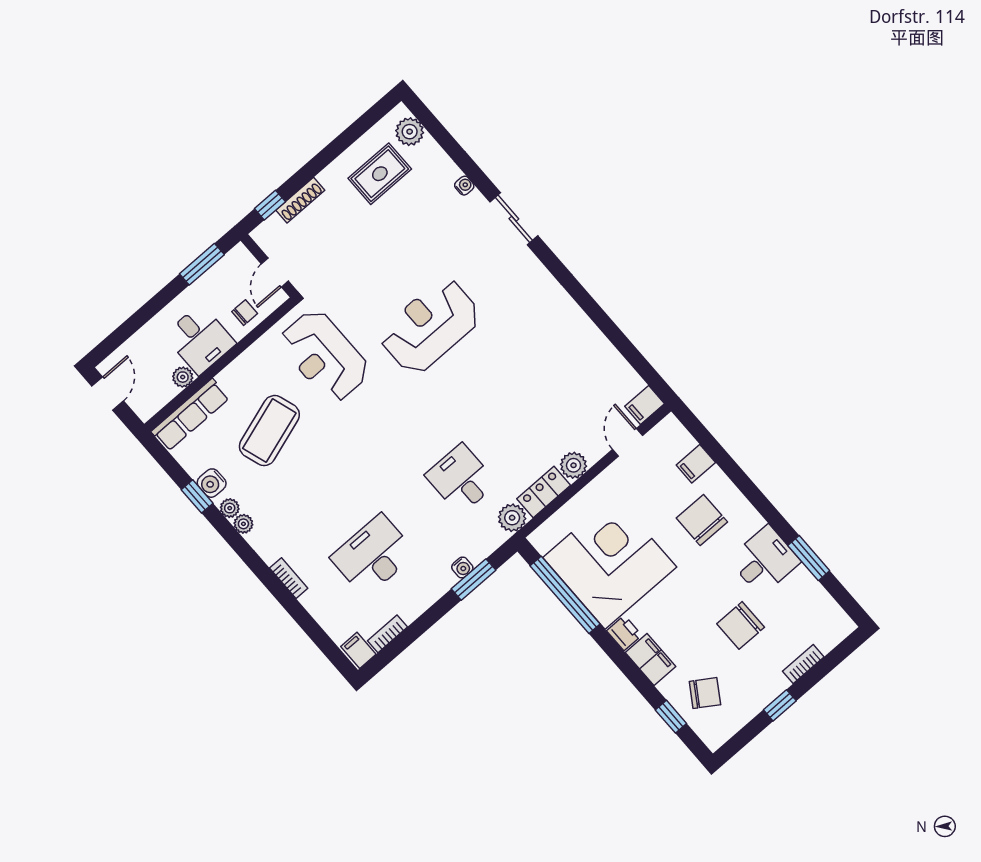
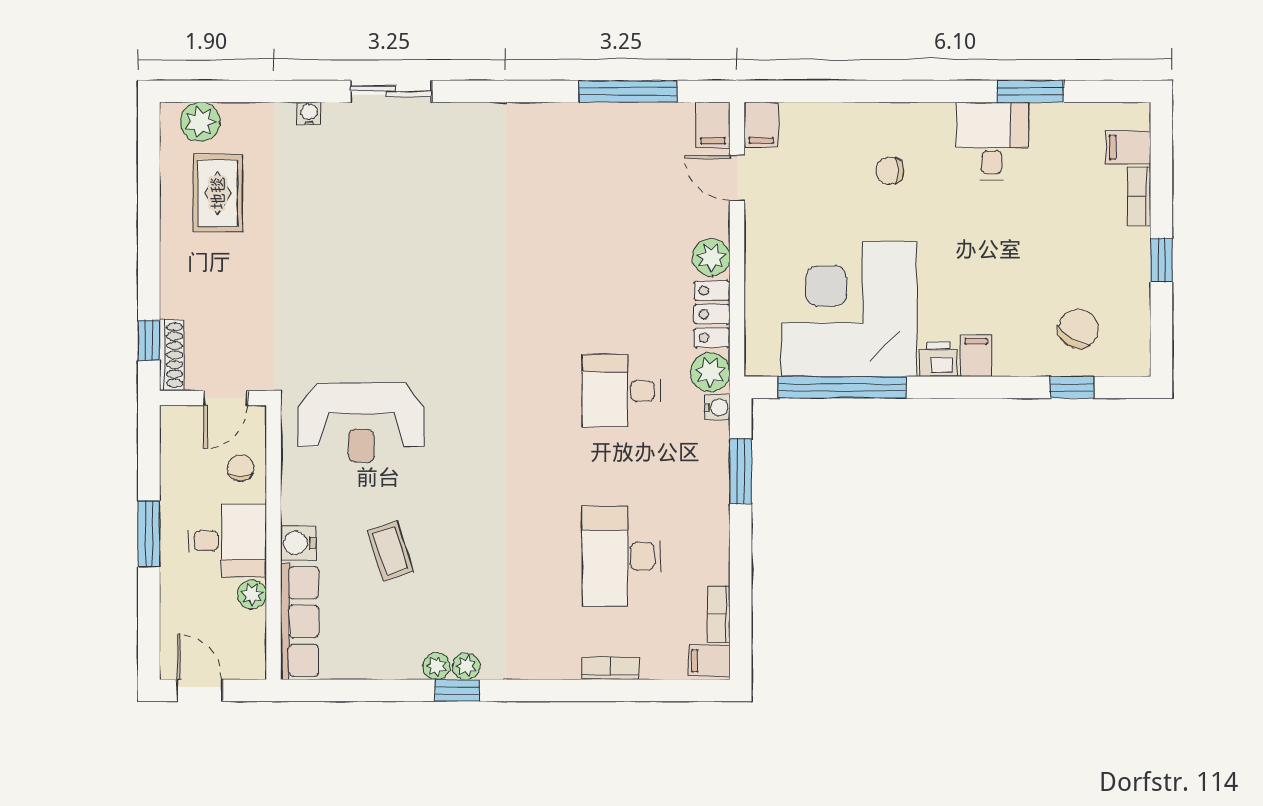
shoe rack: (300, 200) -> (172, 355), moved
window: (202, 264) -> (149, 534), moved
door: (275, 272) -> (226, 398), hinge flipped
reception desk: (430, 326) -> (428, 281), removed
window: (623, 345) -> (628, 91), added
coffee table: (269, 431) -> (390, 551), width x0.54, depth x0.58
filing cabinet: (696, 464) -> (761, 125), moved
water cooler: (212, 483) -> (298, 543), moved, turned 90
window: (197, 496) -> (457, 690), moved
chair: (702, 520) -> (890, 171), width x0.54, depth x0.54
water cooler: (462, 567) -> (717, 407), moved
bookcase: (289, 578) -> (611, 668), moved
chair: (741, 625) -> (1039, 228), removed
filing cabinet: (824, 636) -> (1128, 147), added
filing cabinet: (650, 659) -> (976, 356), width x0.50

